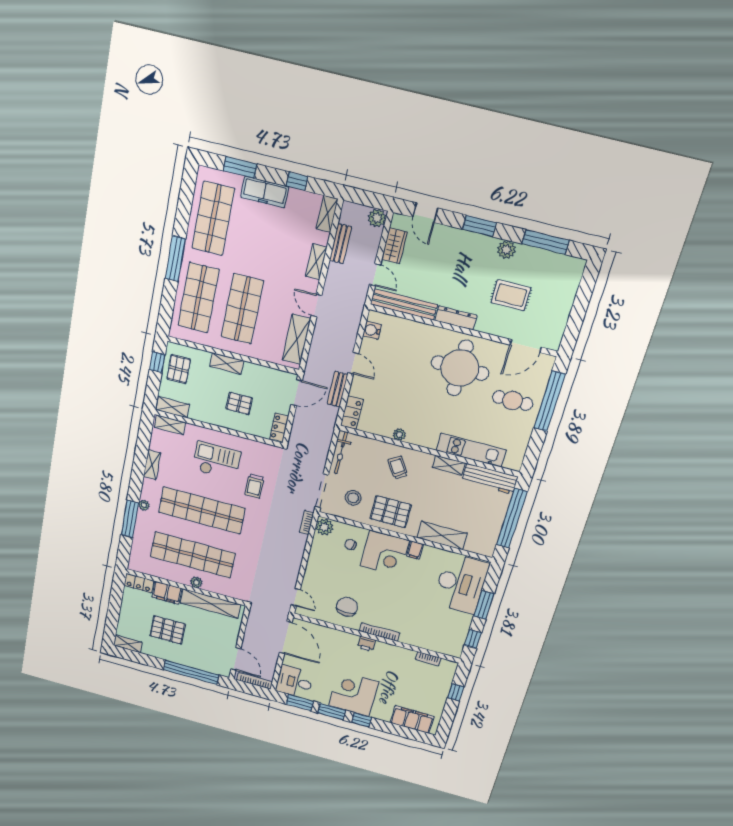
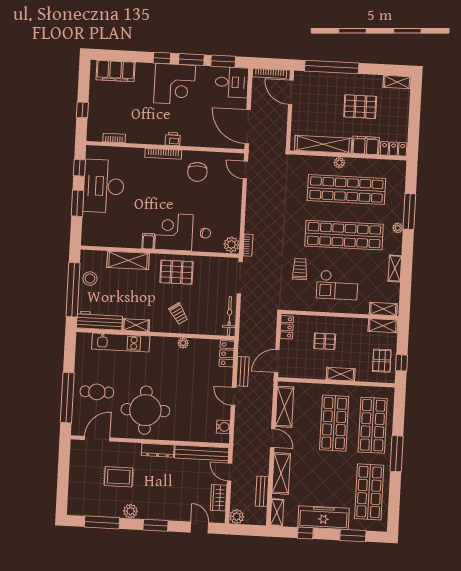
freezer: (265, 192) -> (323, 518), width x1.36, depth x1.26
shelving: (316, 262) -> (281, 473), width x1.50, depth x1.33
stool: (353, 498) -> (90, 279), moved
desk: (461, 584) -> (104, 186), moved

